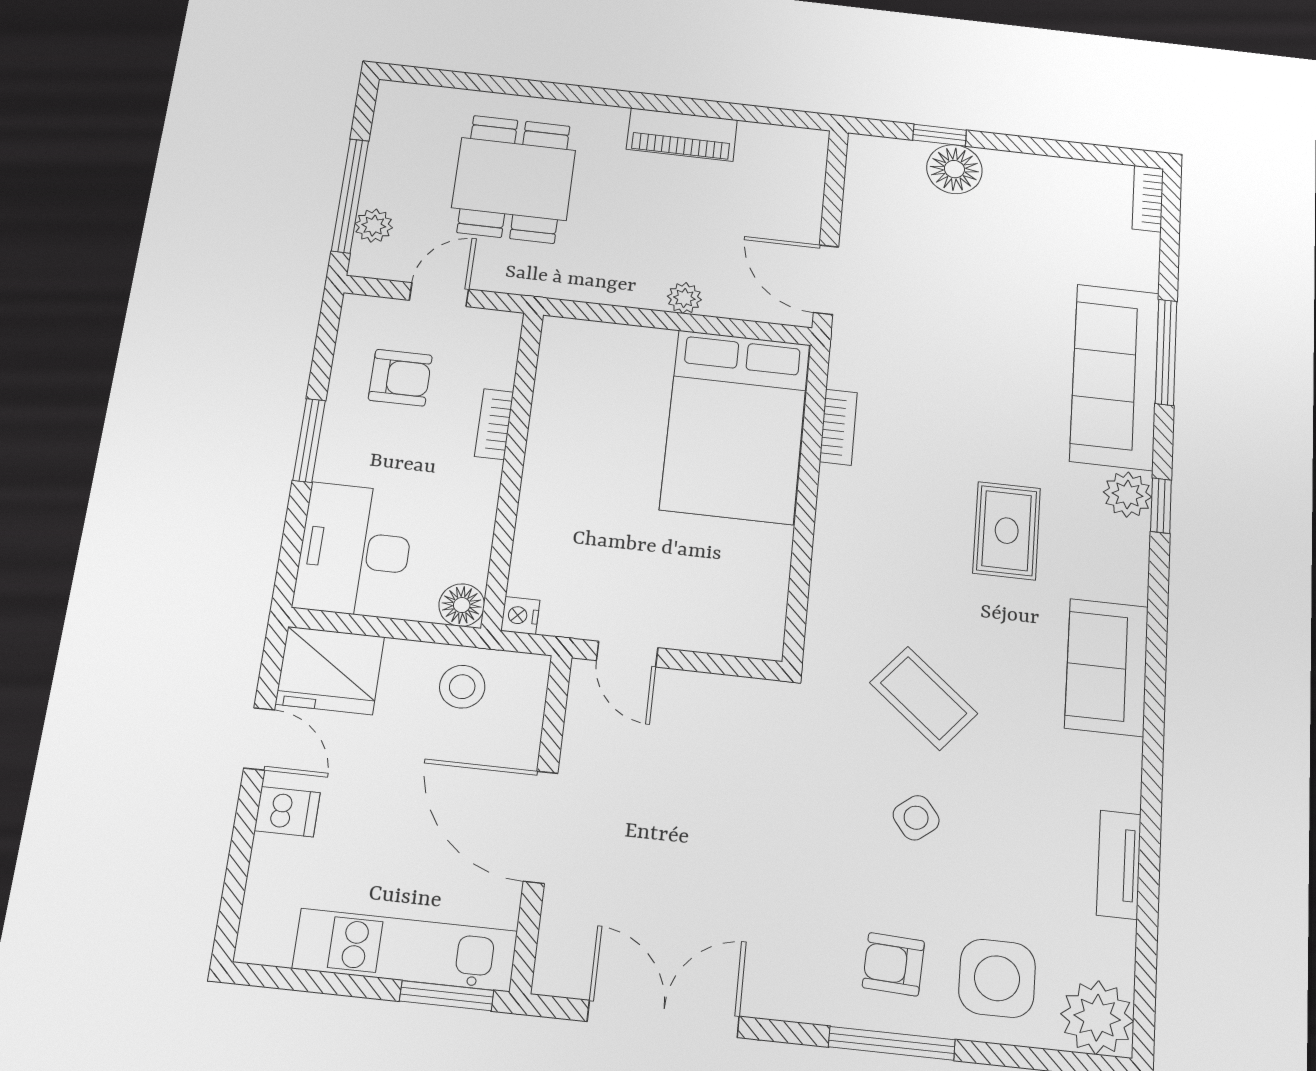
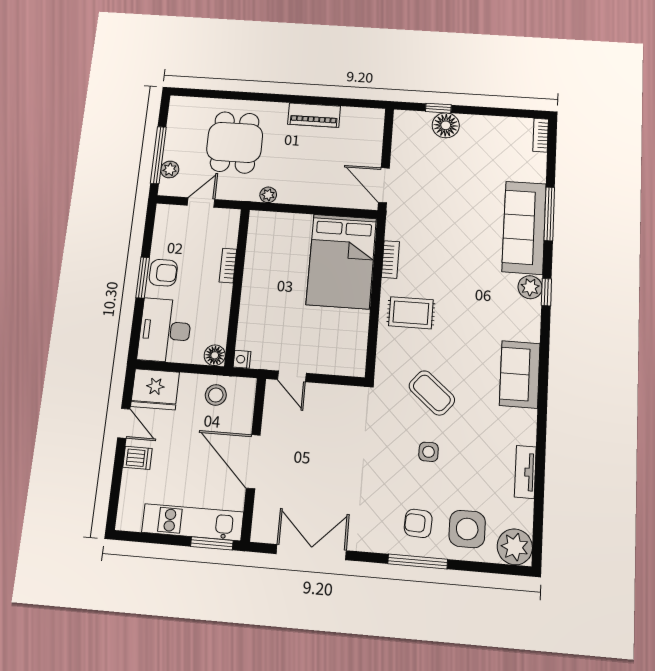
plant: (684, 298) -> (268, 195), moved
armchair: (400, 378) -> (163, 273), moved
rug: (1007, 531) -> (411, 313), moved, turned 90
side table: (916, 818) -> (429, 452), turned 38

